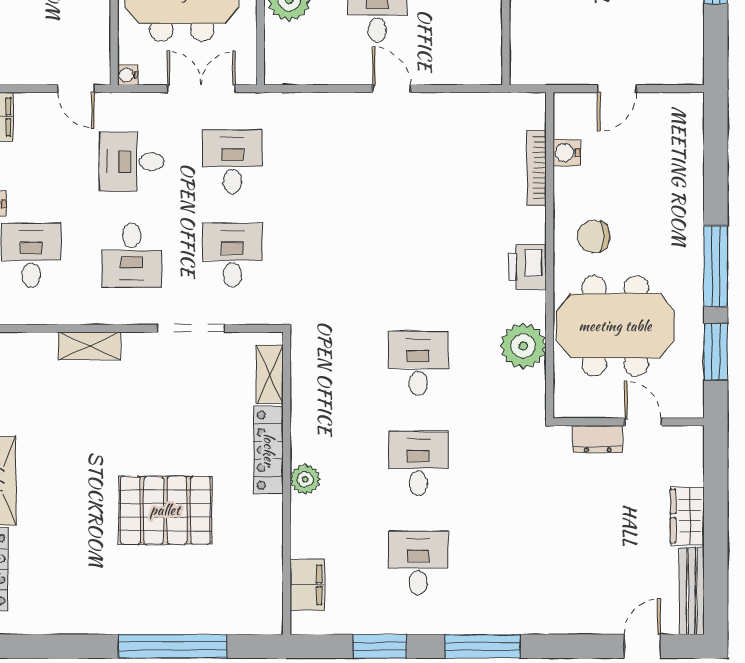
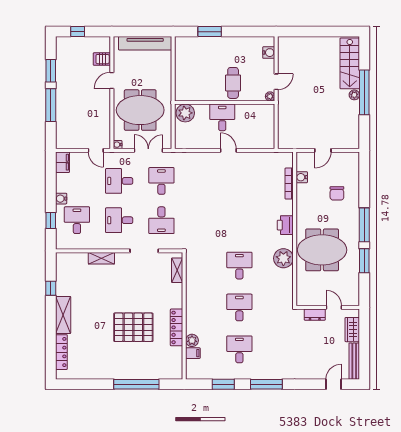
chair: (594, 236) -> (337, 193), moved, turned -90
desk: (132, 255) -> (119, 220), turned 90
desk: (232, 255) -> (161, 220), turned 180
wall: (629, 422) -> (328, 307), moved
door: (643, 422) -> (334, 307), moved
dresser: (598, 439) -> (315, 315), moved
locker: (269, 450) -> (177, 327), moved
plant: (305, 479) -> (192, 340), moved
filing cabinet: (307, 585) -> (193, 353), width x0.50

